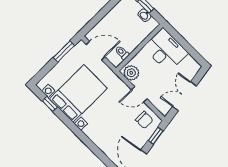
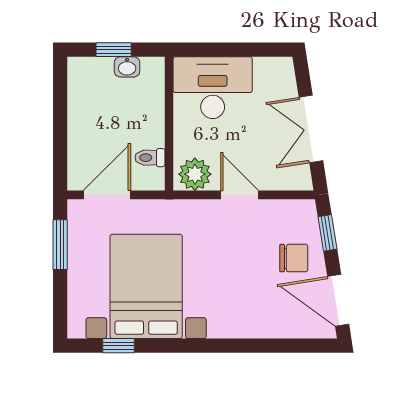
door: (139, 94) -> (240, 195), swing flipped
chair: (144, 120) -> (294, 258), moved

